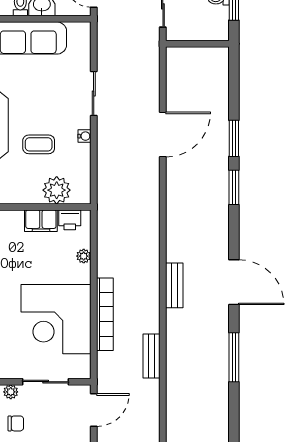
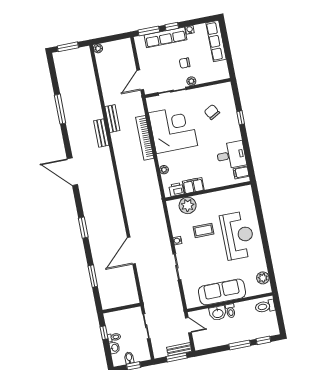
window: (234, 138) -> (93, 276), moved
bench: (174, 285) -> (101, 133), moved
window: (234, 357) -> (60, 109), moved

